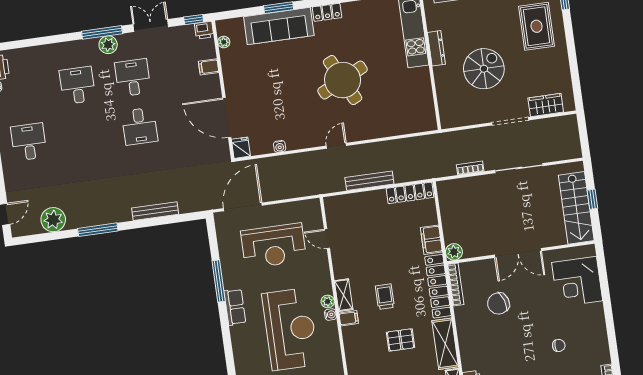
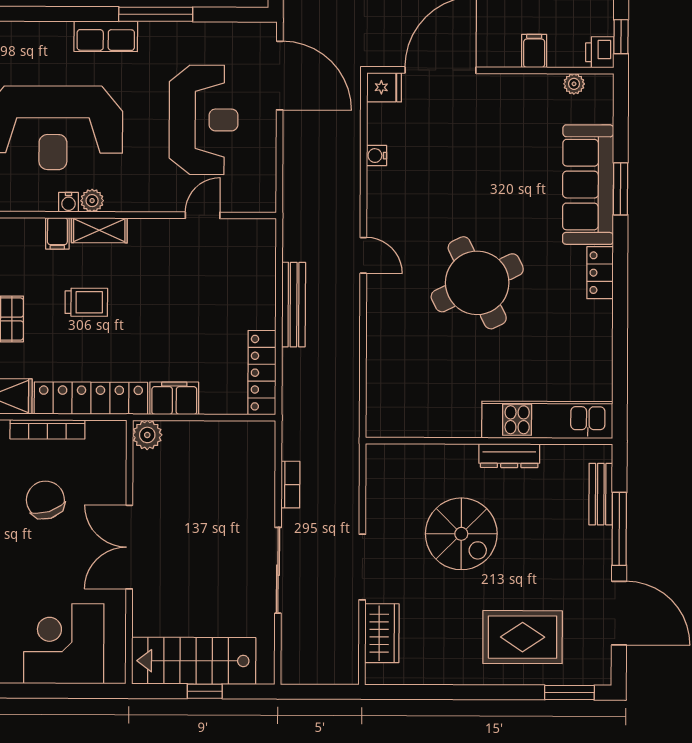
reception desk: (274, 246) -> (204, 120), turned 180
bookcase: (456, 285) -> (47, 429), moved

